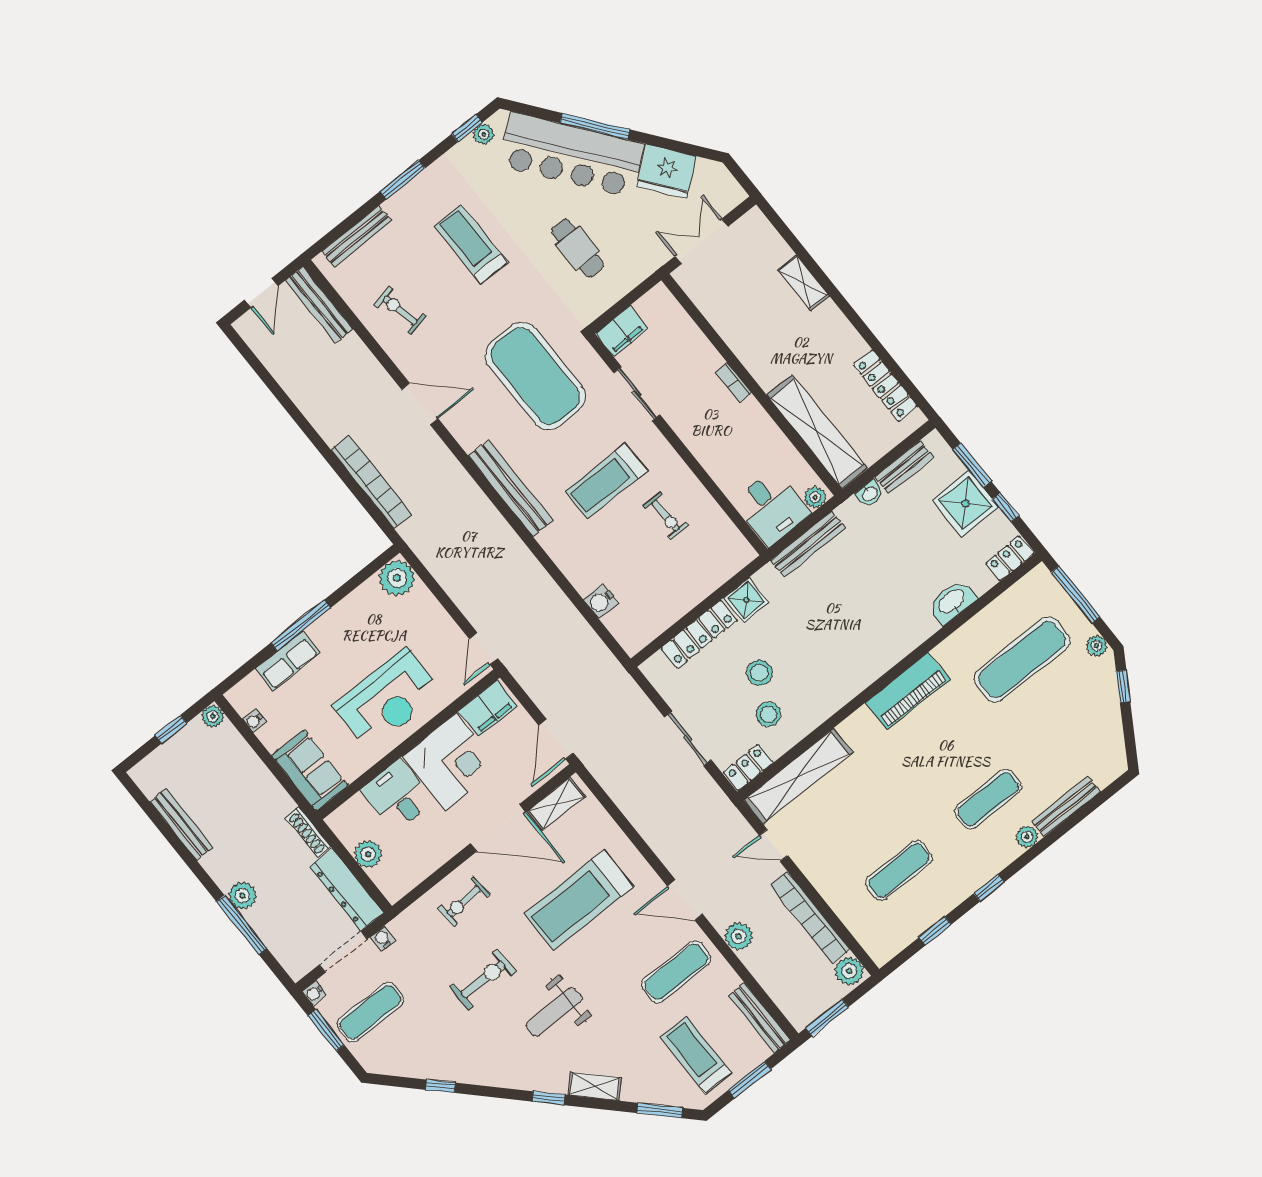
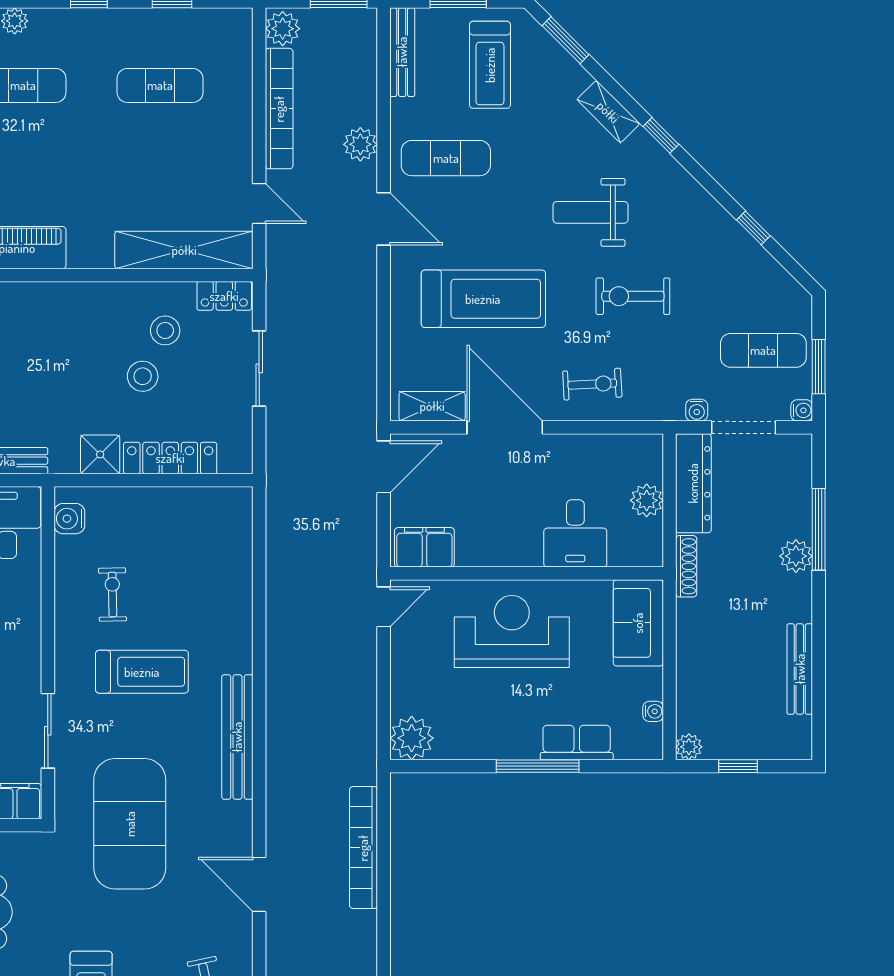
water cooler: (601, 601) -> (69, 519), moved, turned 180
corner desk: (451, 762) -> (499, 525), removed
weight bench: (554, 1012) -> (591, 212), turned 180

